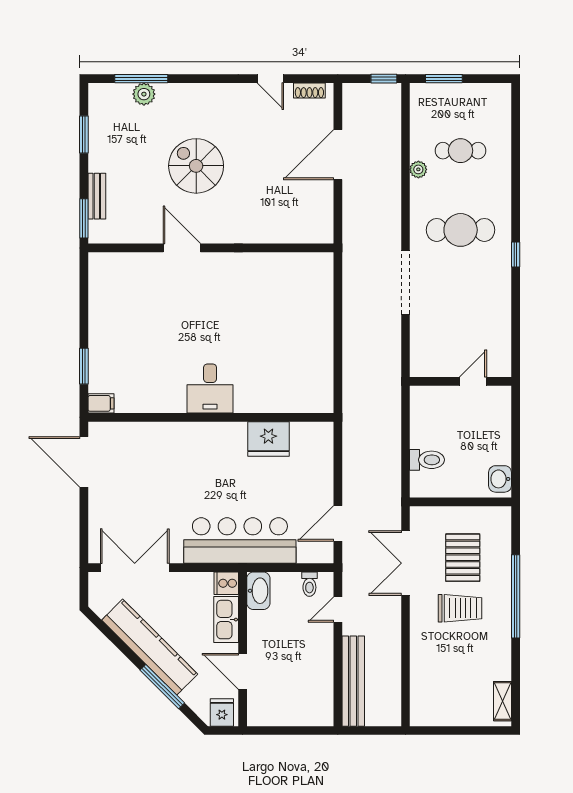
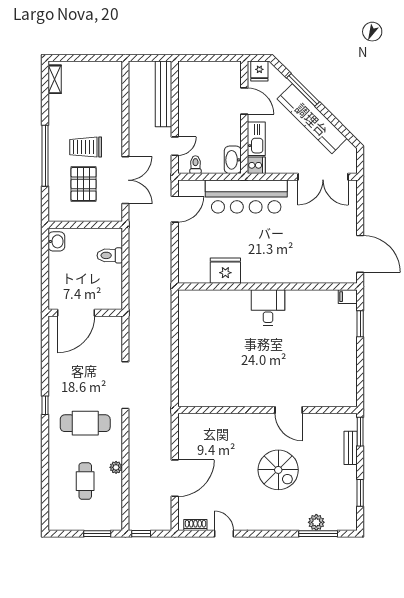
cafe table: (461, 151) -> (85, 481), turned 90
door: (473, 381) -> (76, 313), width x1.87

